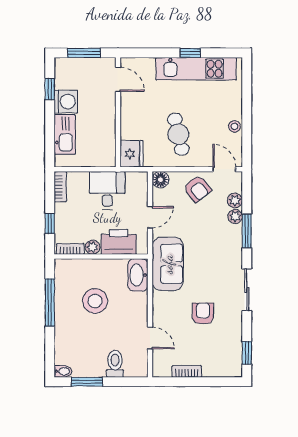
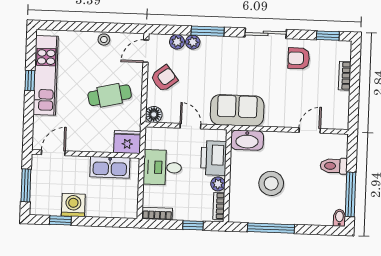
kitchen sink: (65, 134) -> (110, 167), moved, turned 180
armchair: (203, 314) -> (299, 58), moved
bookcase: (187, 371) -> (345, 76), moved
window: (87, 382) -> (351, 194), width x1.44

